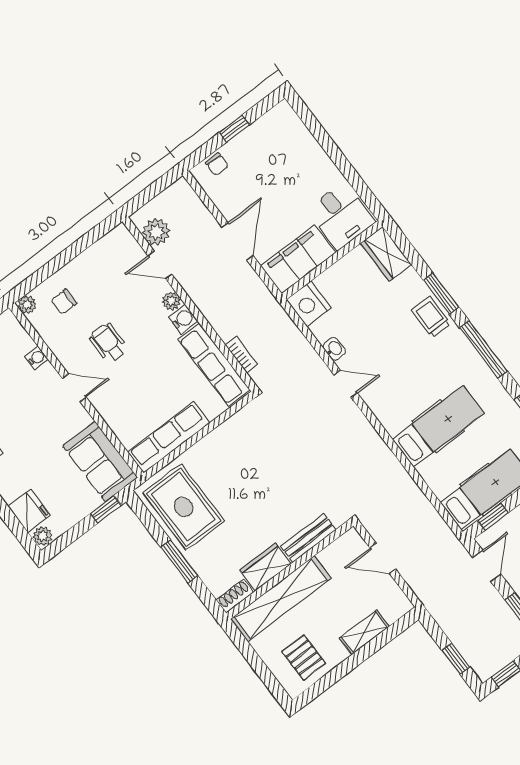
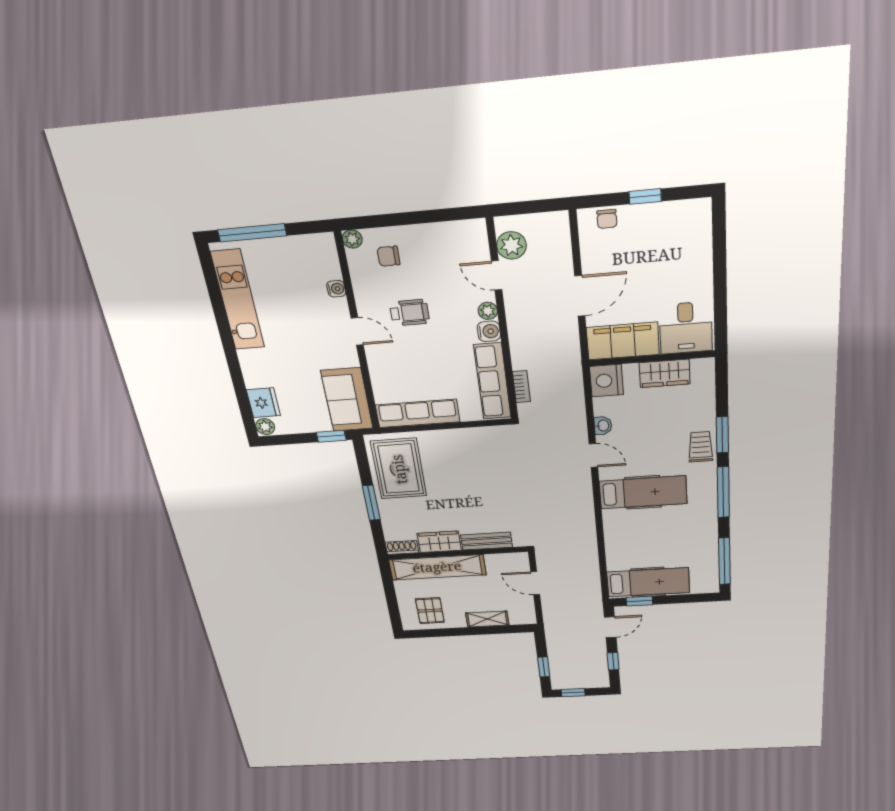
wardrobe: (386, 254) -> (665, 373), moved, turned -90
wheelchair: (108, 343) -> (410, 313), turned 90
hospital bed: (438, 426) -> (643, 492), moved

